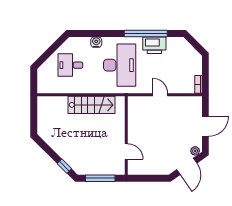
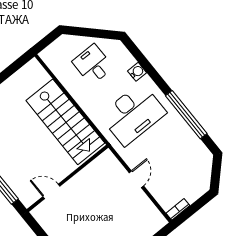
printer: (154, 45) -> (181, 133), removed
stairs: (91, 105) -> (65, 122), width x1.36, depth x1.51
door: (126, 151) -> (51, 191), swing flipped

